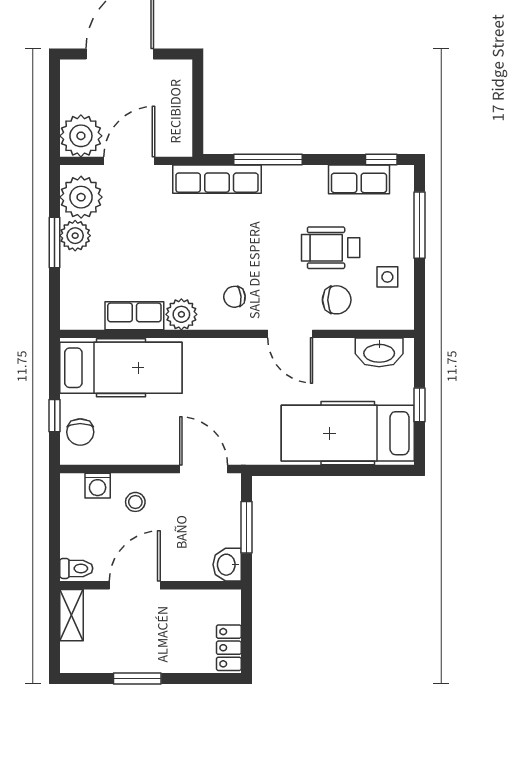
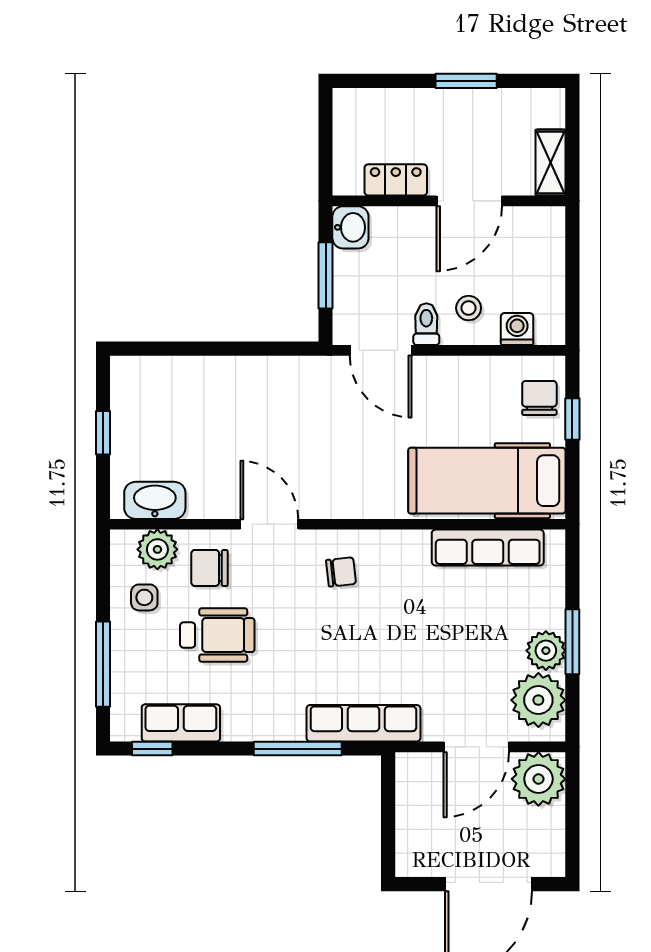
plant: (181, 314) -> (157, 549), moved
row of seats: (134, 316) -> (488, 548), width x1.48
hospital bed: (348, 433) -> (195, 396), removed
toilet: (76, 568) -> (426, 324), moved, turned 90
locker: (229, 648) -> (396, 180), moved, turned -90

